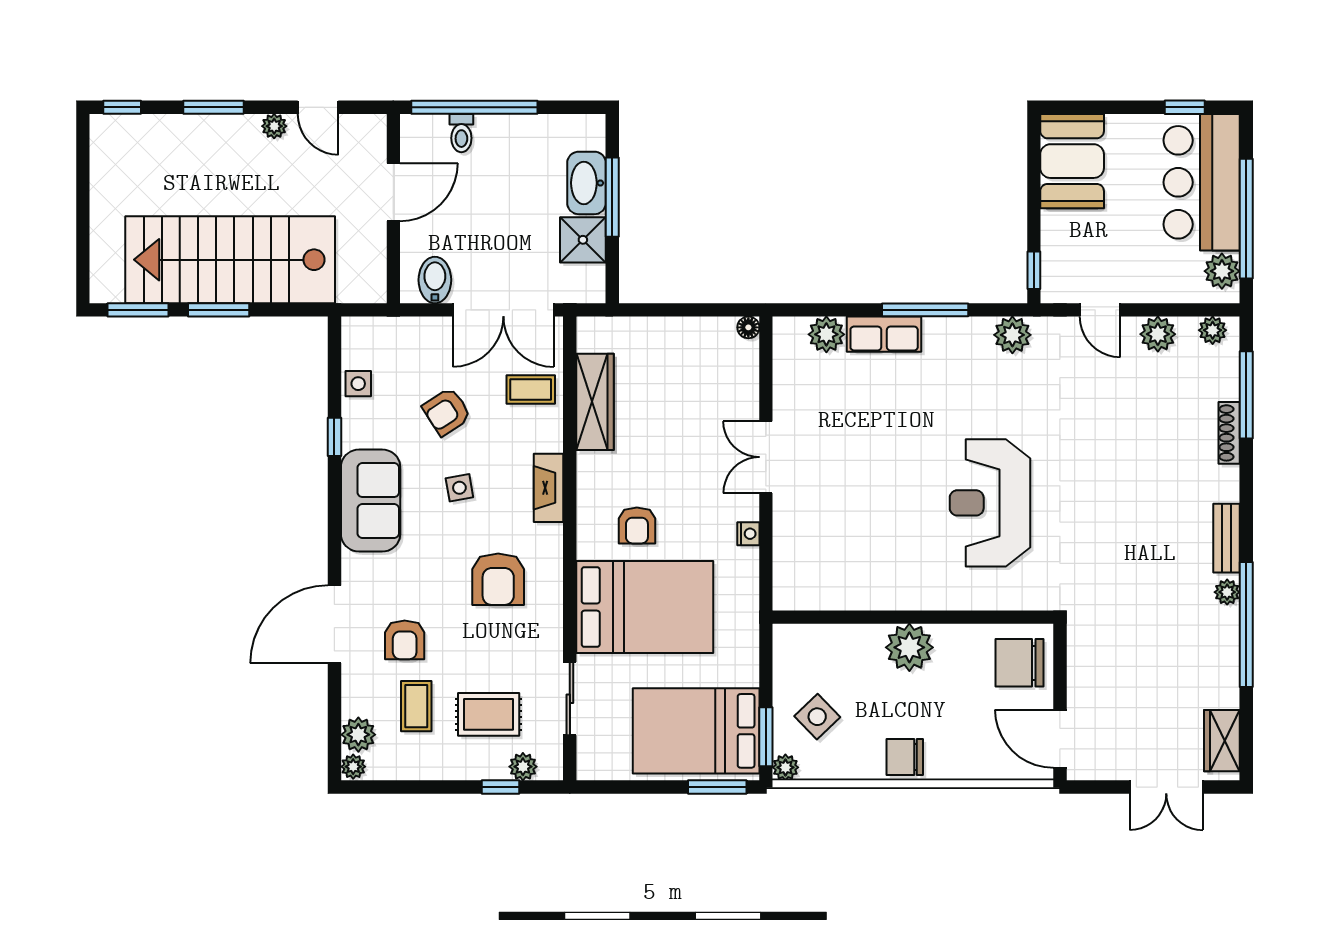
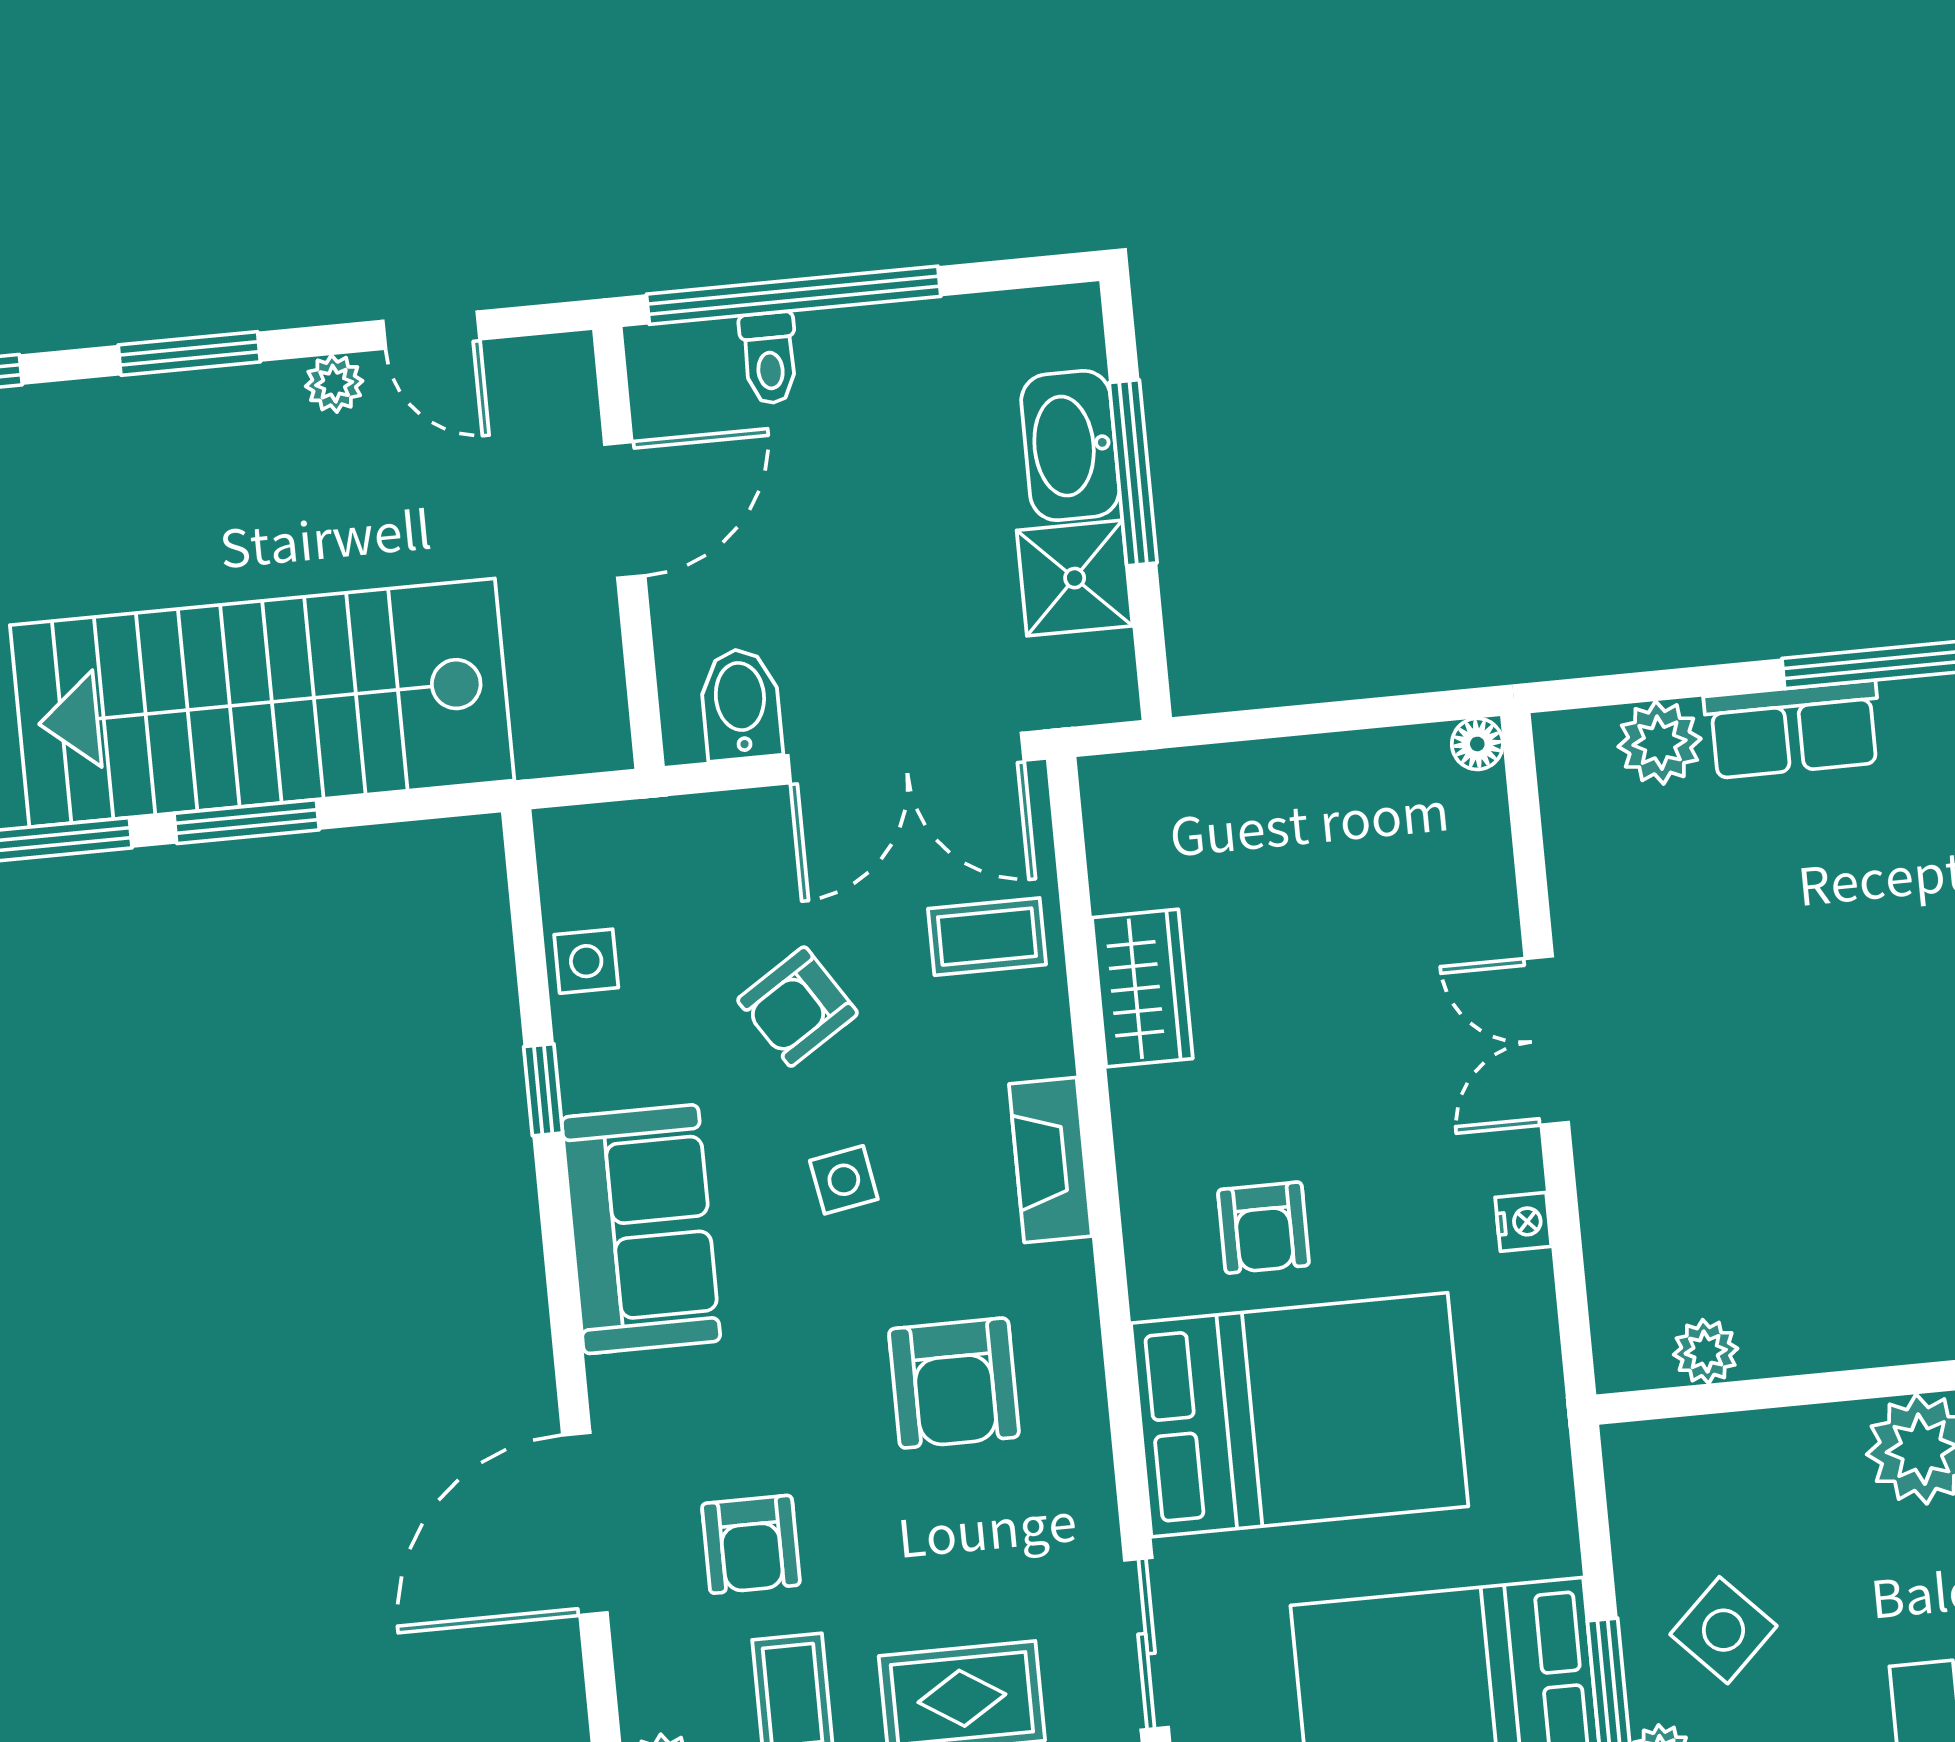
wardrobe: (595, 402) -> (1142, 988), width x0.67
plant: (821, 597) -> (1706, 1352), added

